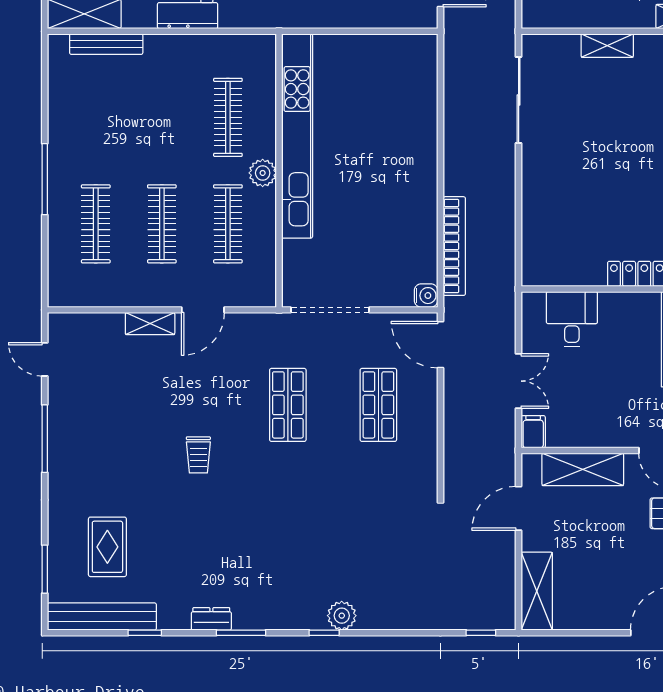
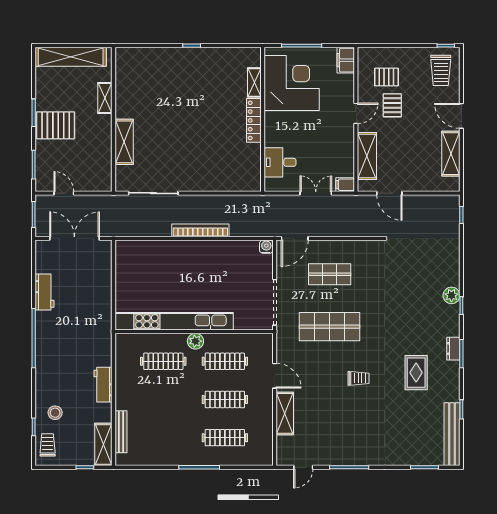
shelving: (607, 46) -> (124, 142), width x1.50, depth x1.33
bookcase: (454, 246) -> (200, 230), moved
shelving: (150, 324) -> (285, 413), width x1.50, depth x1.33
shop shelf: (288, 405) -> (330, 327), width x1.43, depth x1.36
rug: (107, 547) -> (416, 373), moved, turned 90
shelving: (537, 591) -> (451, 154), moved, turned 90
dresser: (211, 619) -> (453, 349), moved

